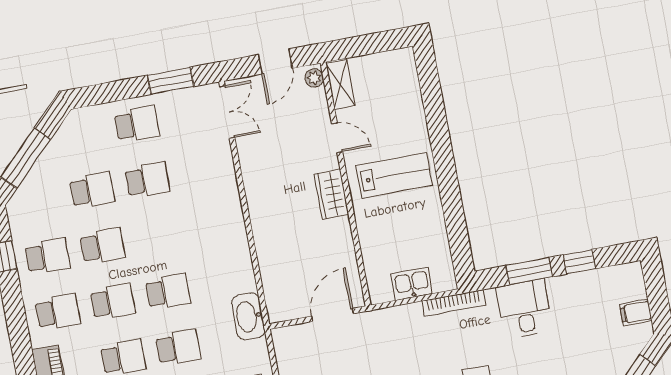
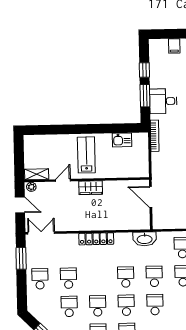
locker: (233, 222) -> (96, 239), added
kitchen sink: (412, 284) -> (122, 140), moved, turned -90

